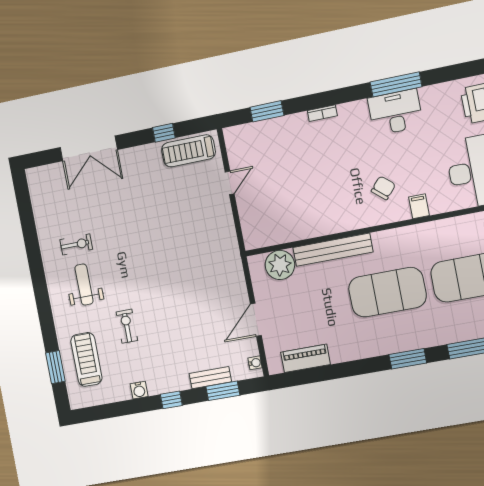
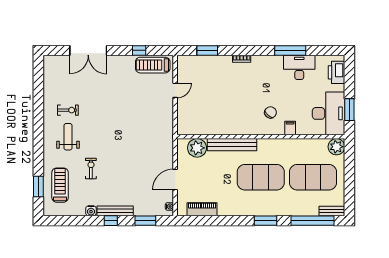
desk: (395, 112) -> (299, 67), moved
bench: (210, 378) -> (115, 211), moved, width x1.36

